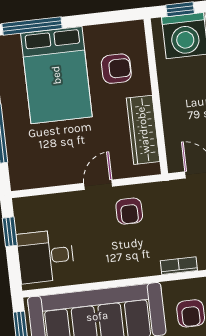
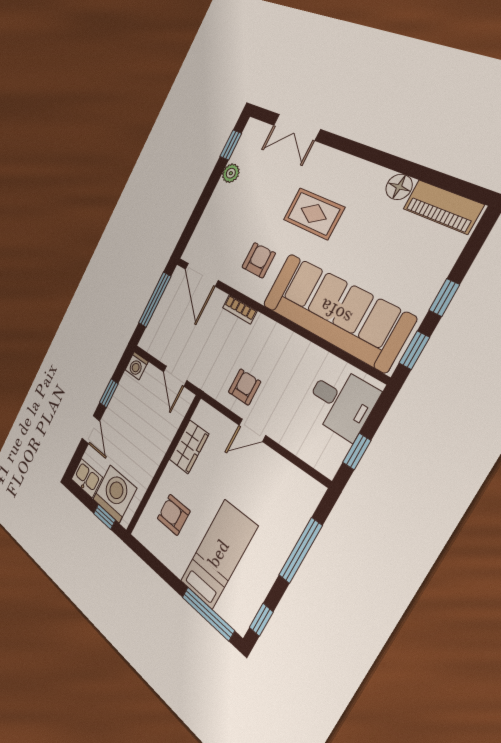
bed: (56, 75) -> (219, 554), width x0.67
wardrobe: (143, 130) -> (189, 447), width x0.67

